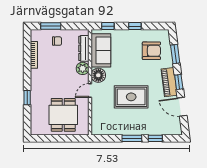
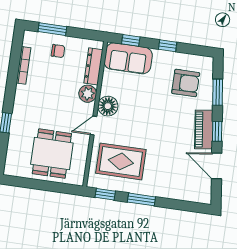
sofa: (101, 50) -> (128, 58), moved, turned 90
rug: (131, 97) -> (121, 161), moved
window: (155, 138) -> (105, 194), moved

